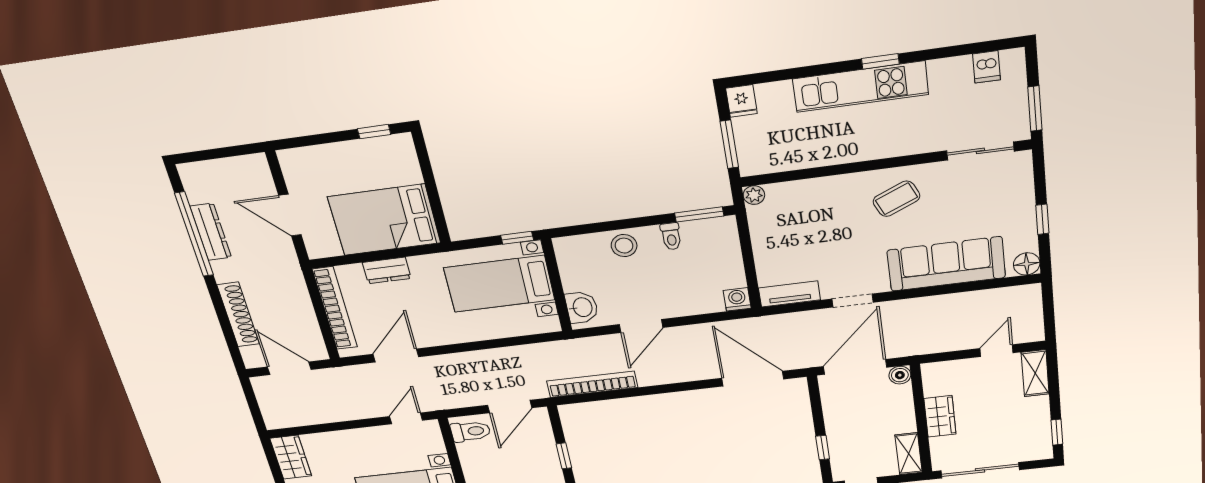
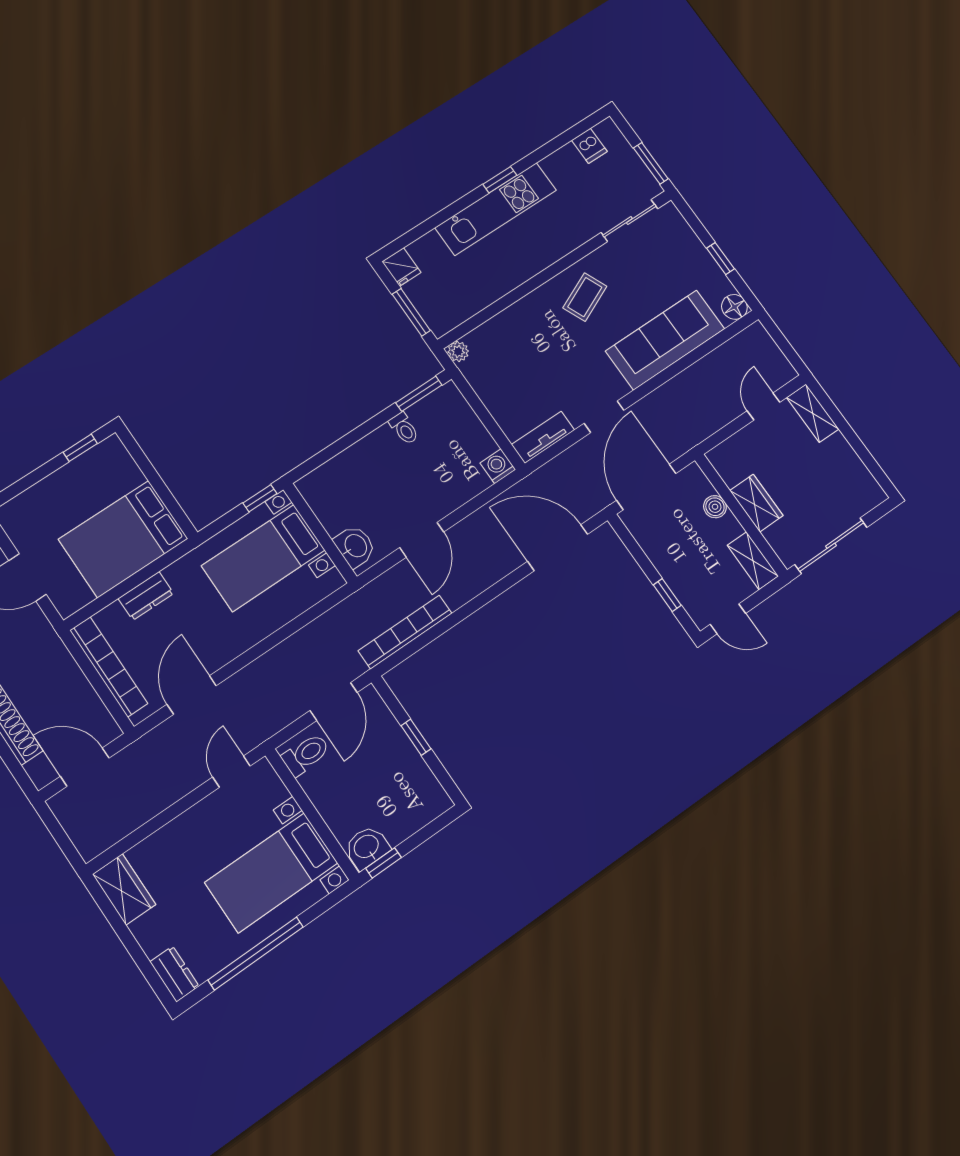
stool: (624, 246) -> (365, 459), removed
boiler: (900, 375) -> (715, 507), moved
window: (1057, 432) -> (873, 467), removed

